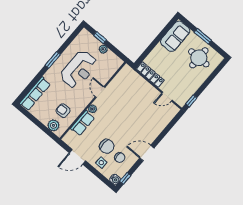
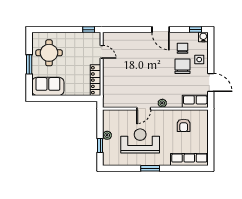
row of seats: (83, 123) -> (195, 101), moved
plant: (53, 125) -> (202, 123), removed

